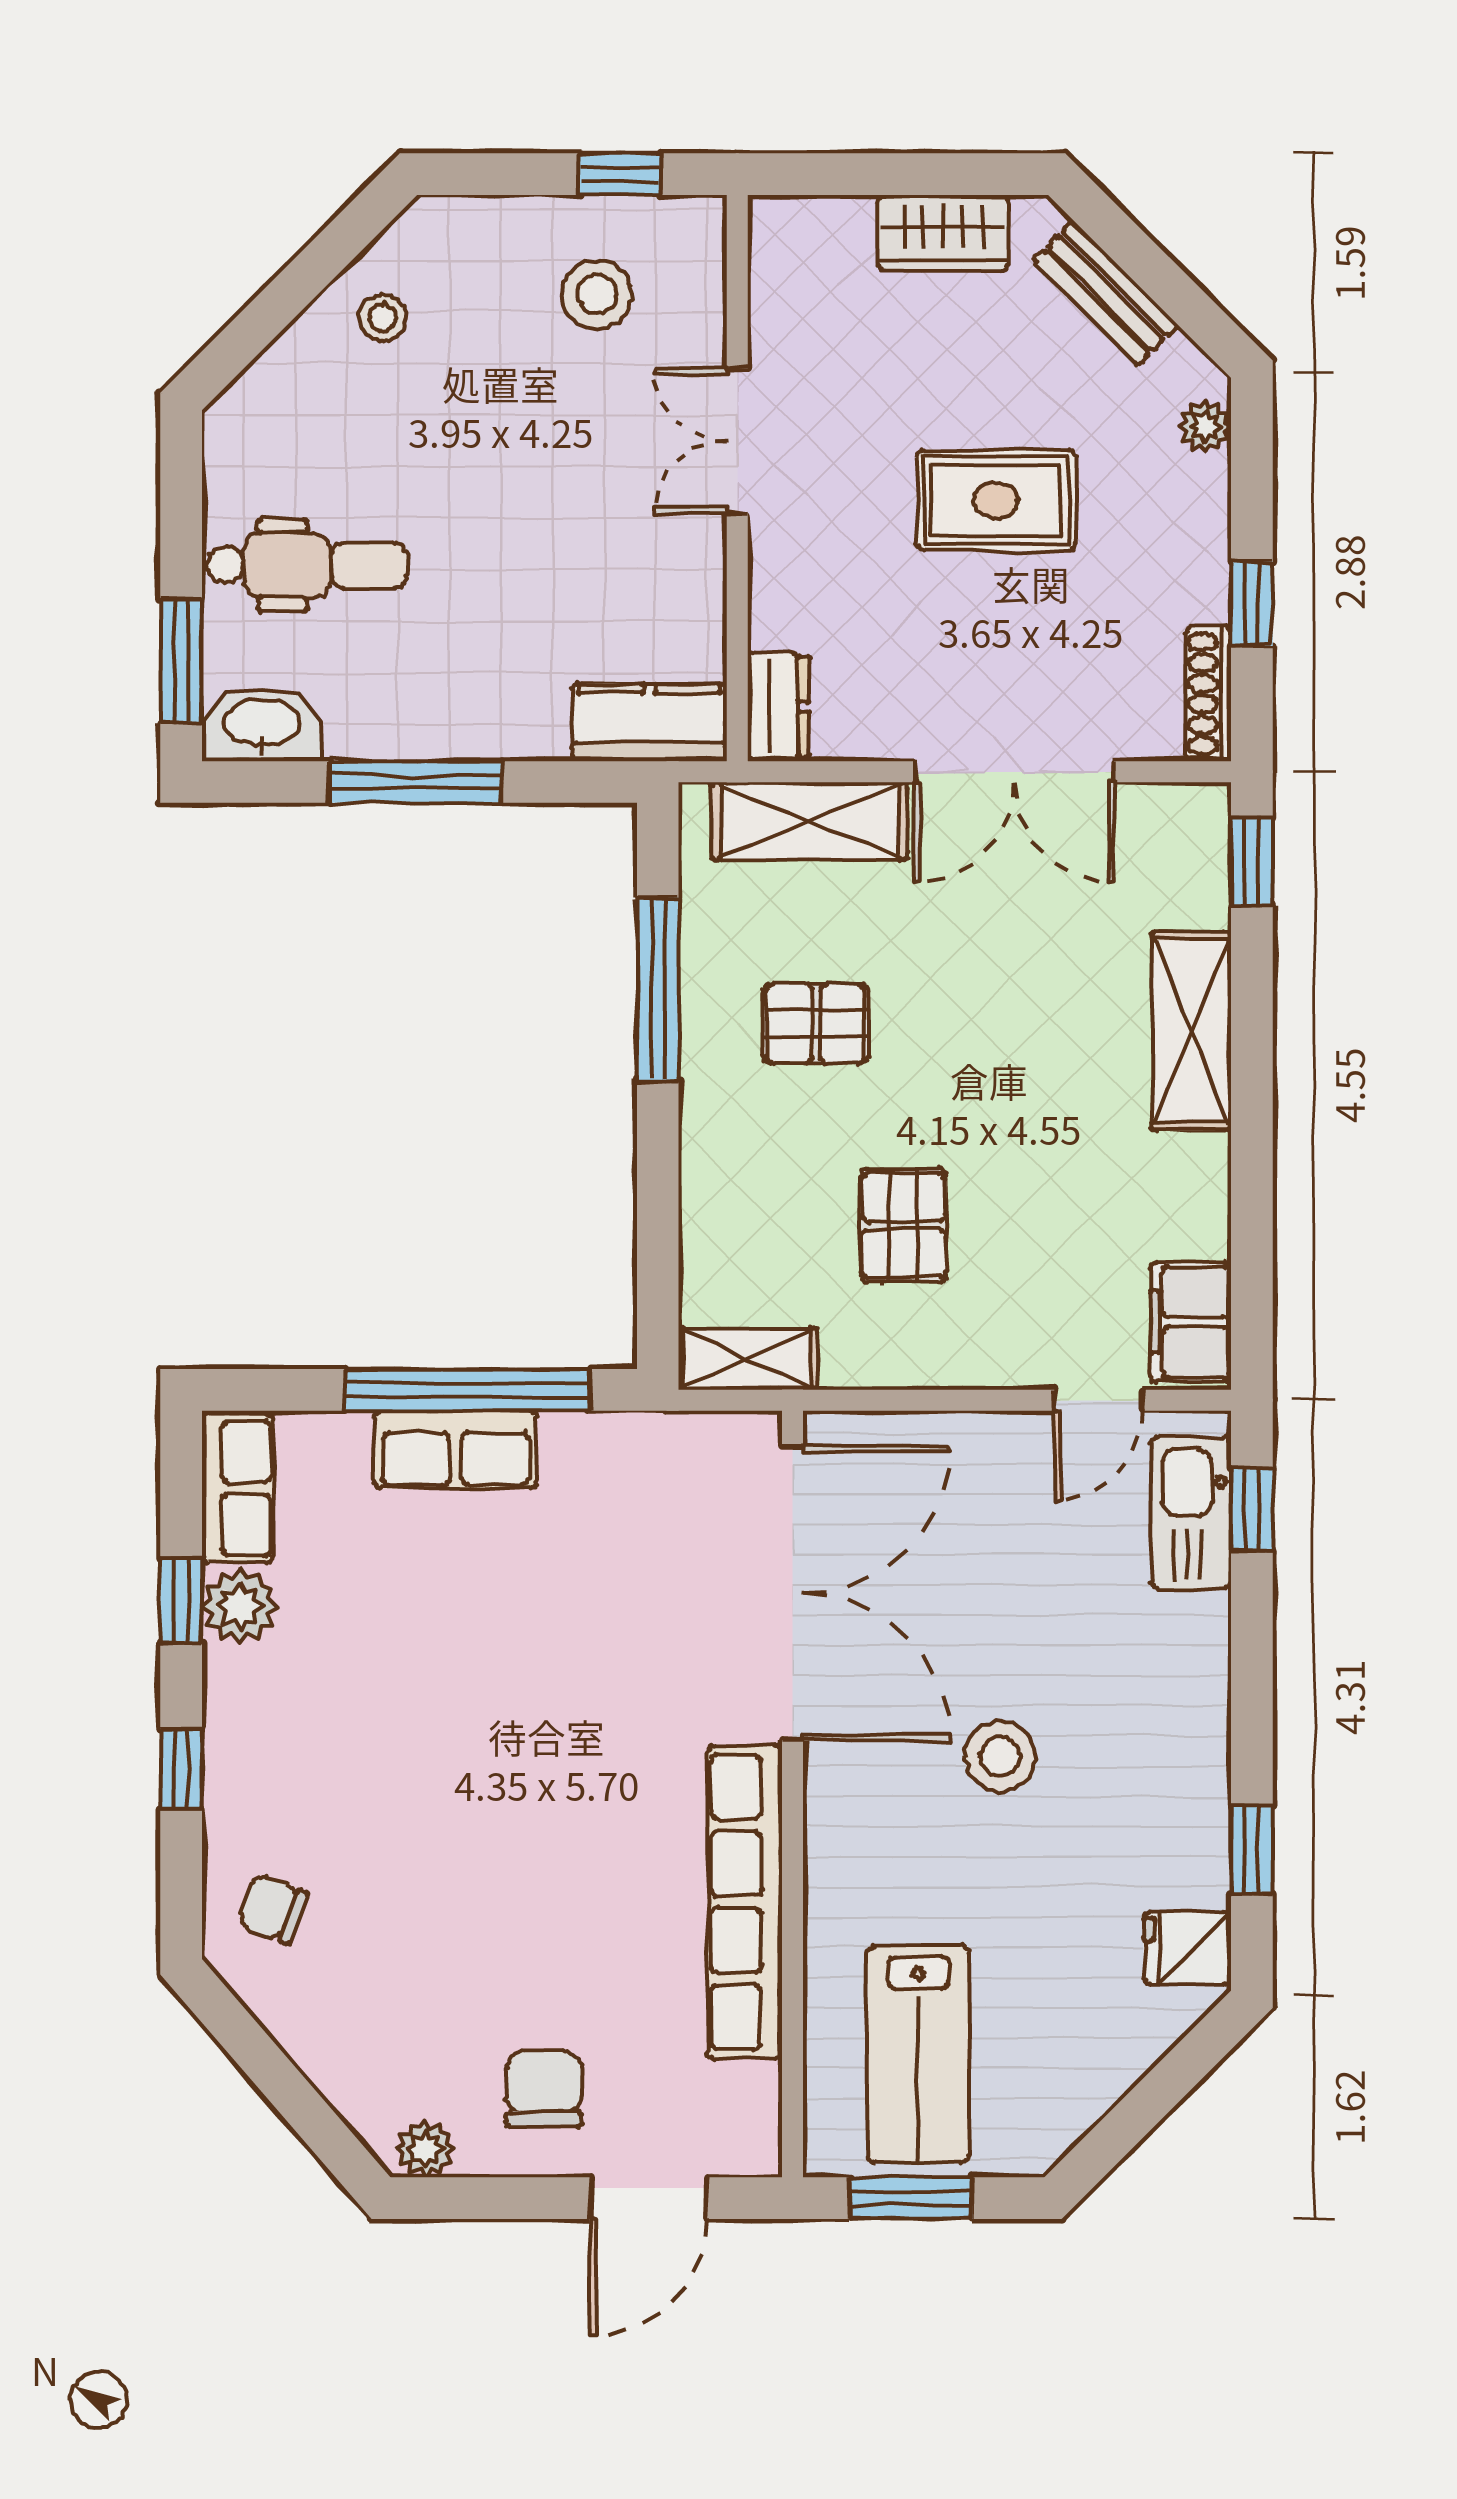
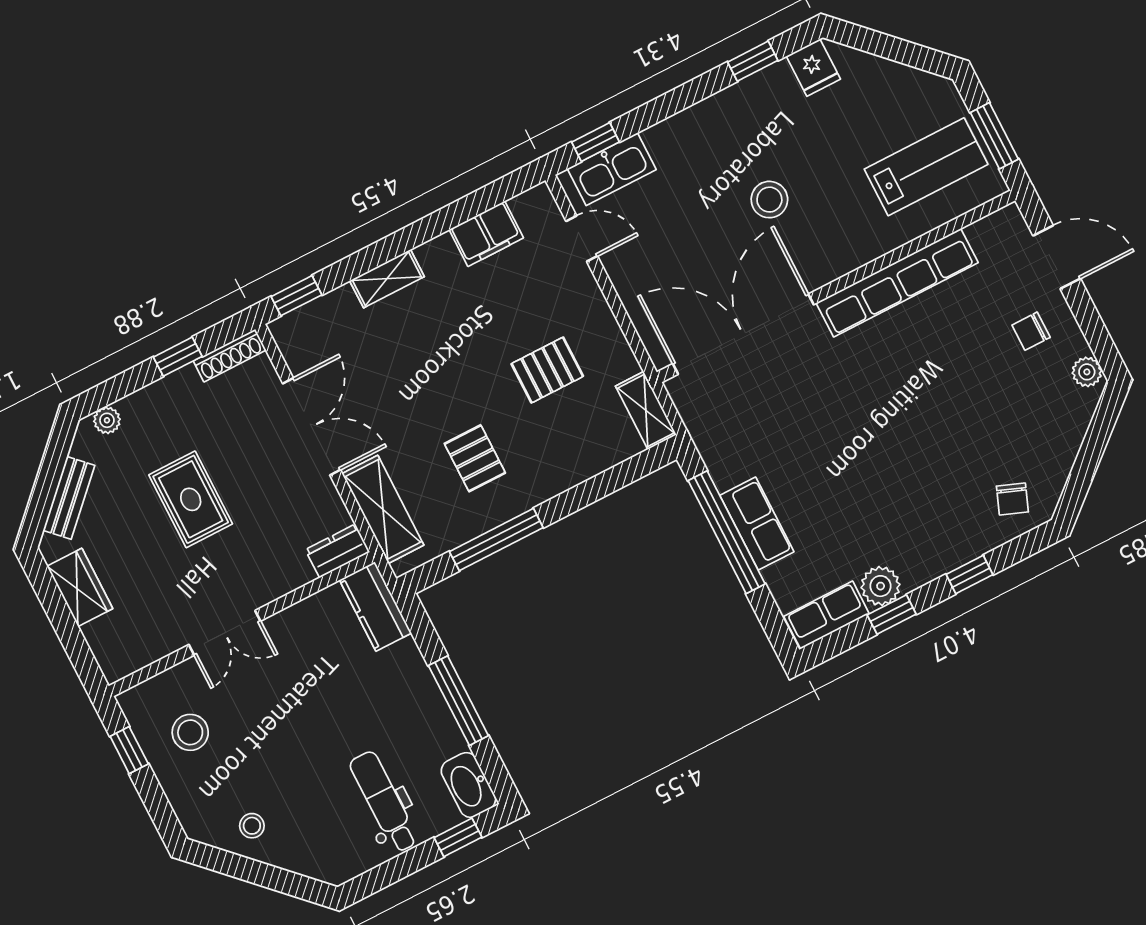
window: (181, 661) -> (458, 837), width x0.67
shelving: (1192, 1031) -> (387, 279), width x0.67, depth x0.75
filing cabinet: (1191, 1322) -> (486, 234), moved
chair: (544, 2089) -> (1031, 331), width x0.73, depth x0.73

